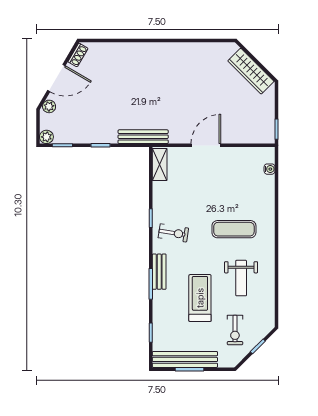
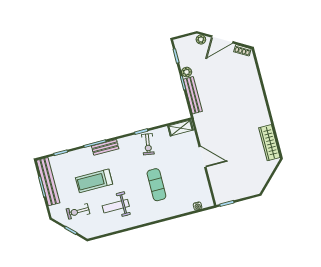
wardrobe: (251, 71) -> (269, 143), moved, turned -45
door: (56, 78) -> (222, 39), hinge flipped
plant: (46, 137) -> (187, 72), moved
bench: (143, 137) -> (193, 95), moved
exercise mat: (234, 229) -> (156, 185), moved
exercise bike: (173, 233) -> (148, 144), moved
treadmill: (200, 298) -> (94, 181), turned 180

